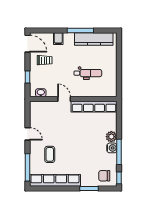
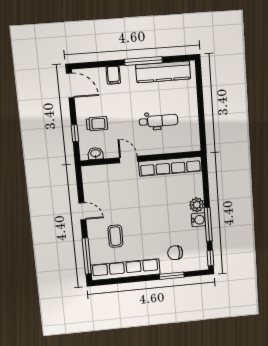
trolley: (45, 60) -> (97, 124), moved
chair: (104, 176) -> (175, 253), moved

